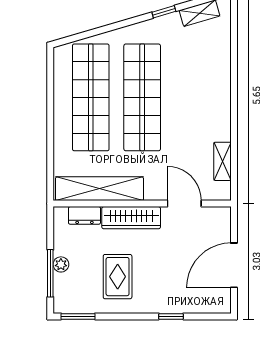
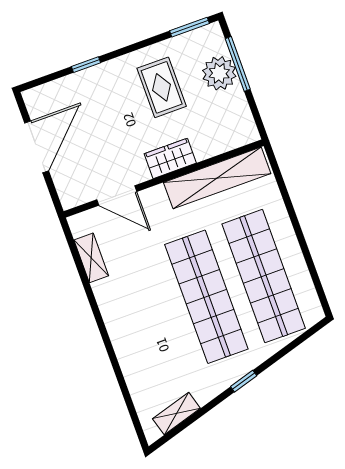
window: (164, 12) -> (244, 381), moved
dresser: (84, 215) -> (223, 142), removed
wardrobe: (131, 218) -> (170, 158), width x0.67
plant: (61, 264) -> (219, 73), width x1.87, depth x1.87

